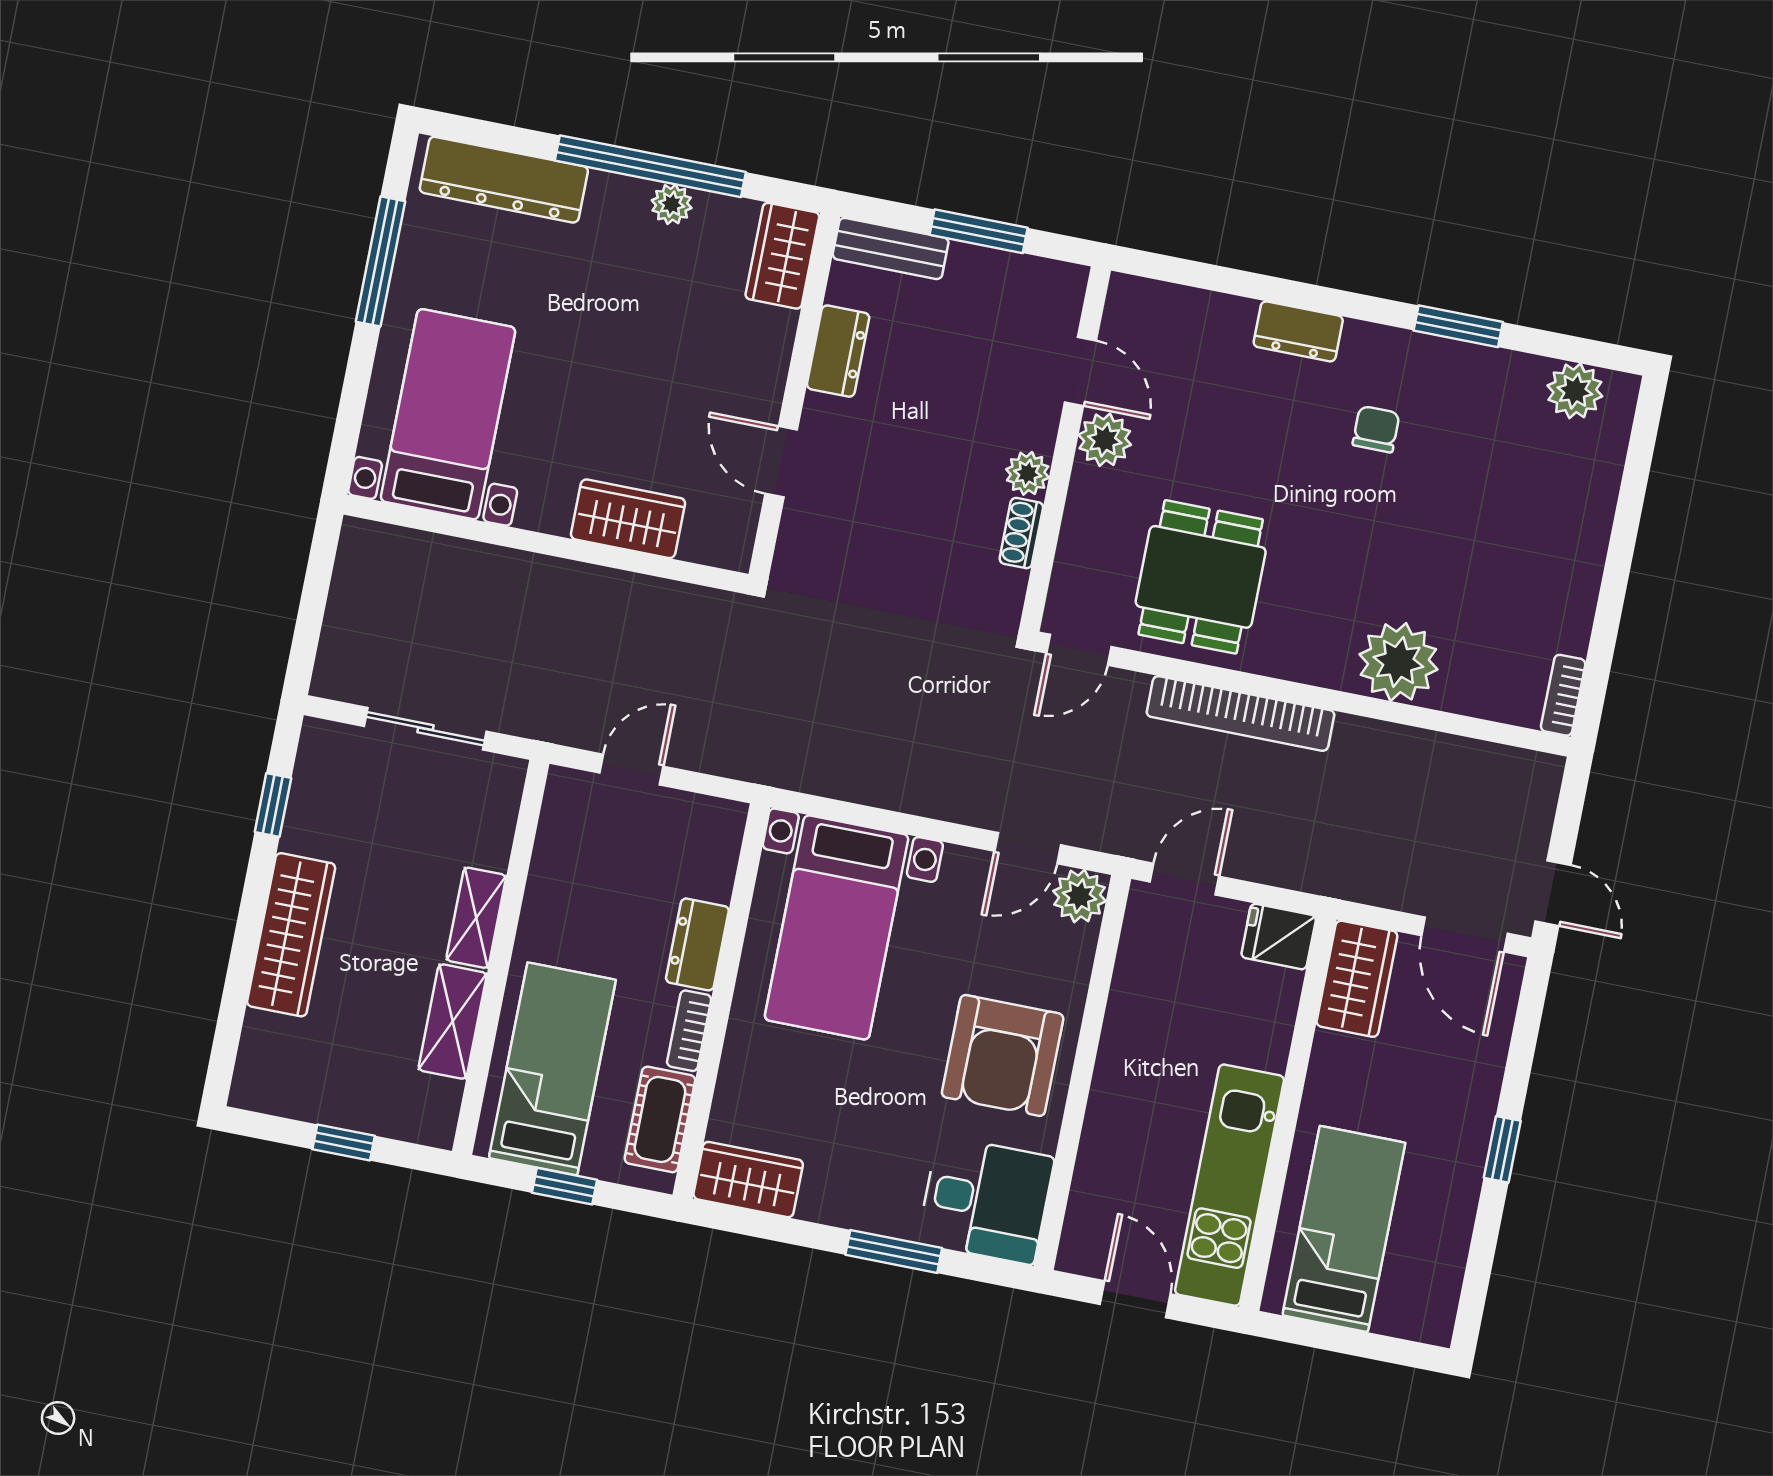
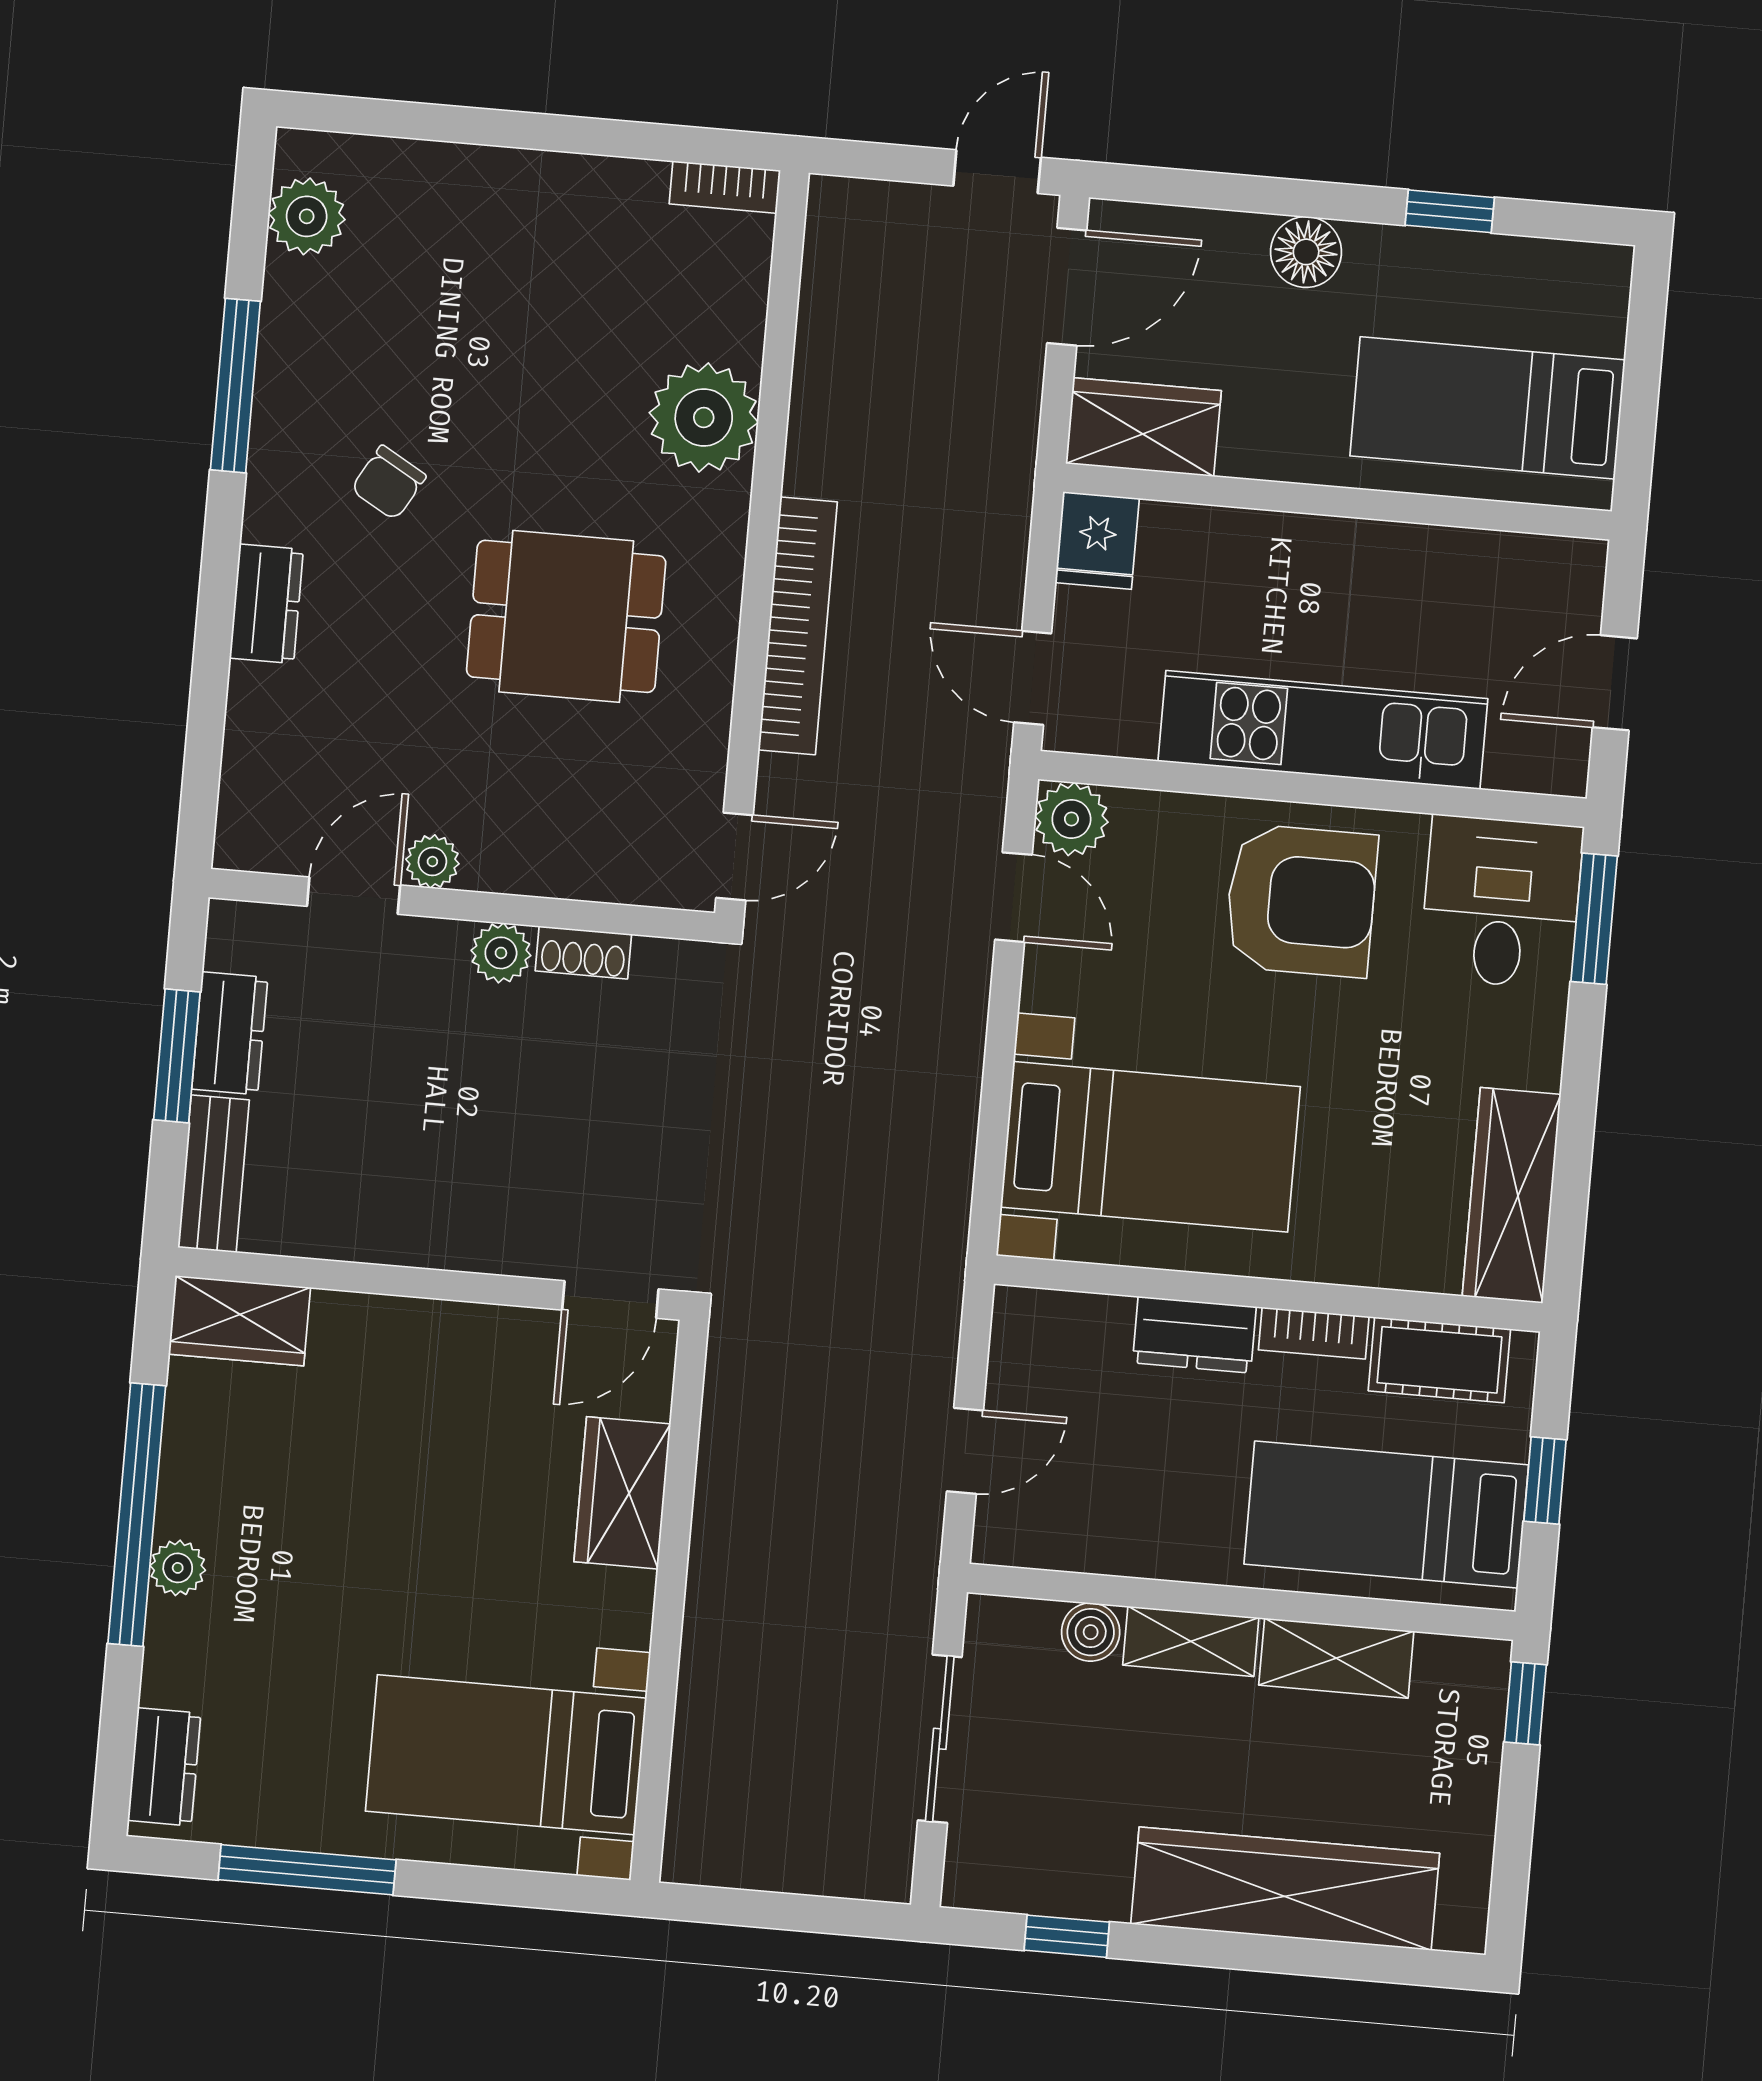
dresser: (504, 180) -> (164, 1767), width x0.51, depth x0.80
plant: (672, 204) -> (178, 1568), moved
window: (1458, 326) -> (235, 386), width x1.44
dresser: (838, 351) -> (230, 1033), moved, turned 90
chair: (1376, 429) -> (388, 483), turned -60
plant: (1105, 440) -> (432, 861), width x0.73, depth x0.73
door: (781, 462) -> (610, 1299), moved
dining table: (1201, 577) -> (566, 616), moved
door: (1079, 650) -> (735, 856), hinge flipped
door: (631, 770) -> (965, 1451), swing flipped
boiler: (491, 846) -> (1091, 1632), added
wardrobe: (291, 935) -> (1285, 1889), width x1.40, depth x1.17
floor lamp: (1471, 1110) -> (1306, 252), added
window: (344, 1142) -> (1525, 1703), moved
window: (1502, 1149) -> (1450, 211), moved
wardrobe: (748, 1180) -> (1512, 1195), width x1.50
kitchen unit: (1230, 1185) -> (1323, 730), moved, turned 180
window: (894, 1251) -> (1594, 919), moved

